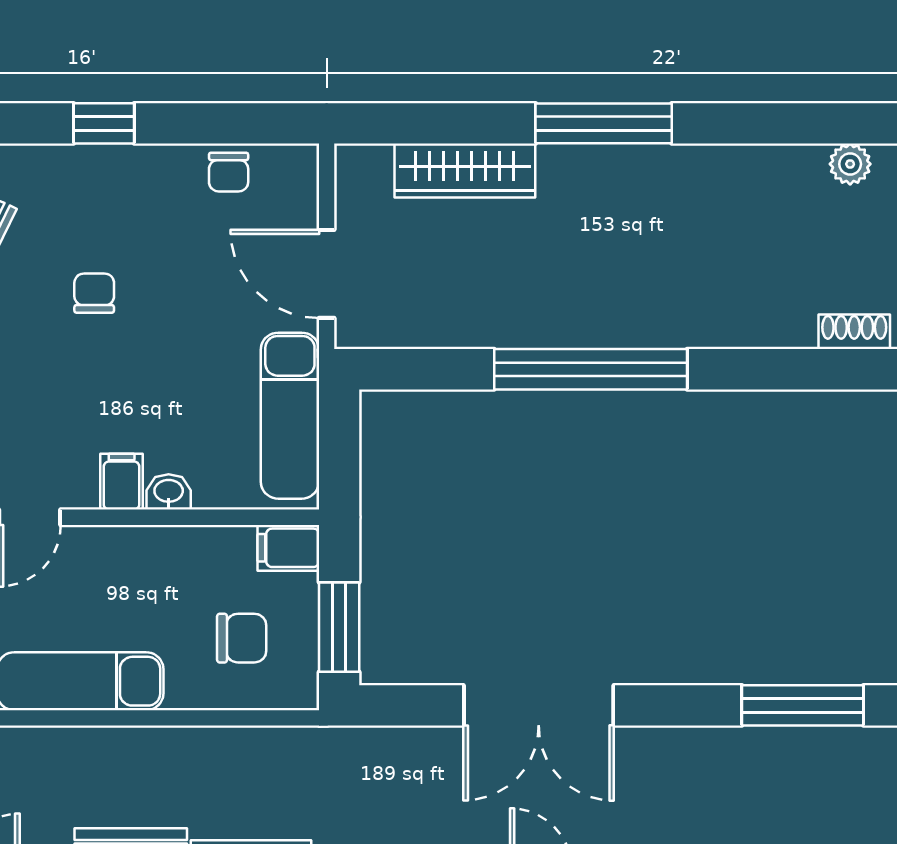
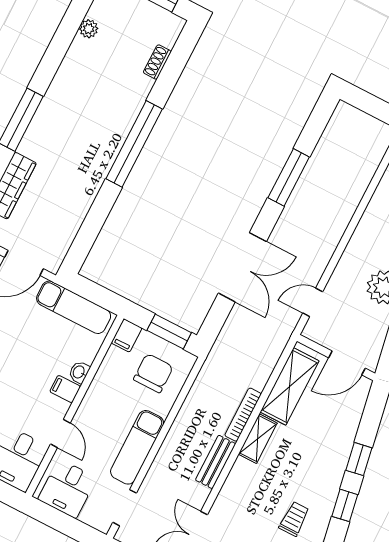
window: (591, 369) -> (134, 144), moved
chair: (242, 638) -> (153, 373), width x1.37, depth x1.37
window: (803, 705) -> (289, 177), moved

